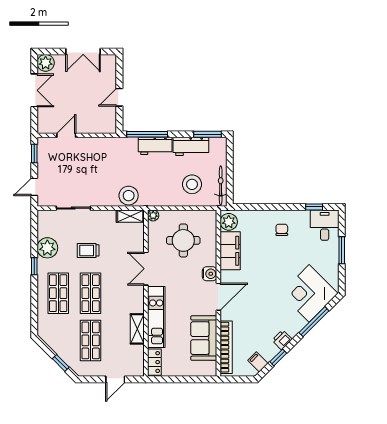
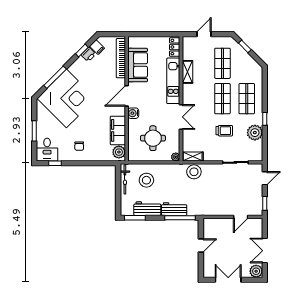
corner desk: (309, 293) -> (66, 98), width x1.36, depth x1.36
printer: (282, 340) -> (88, 54), moved

